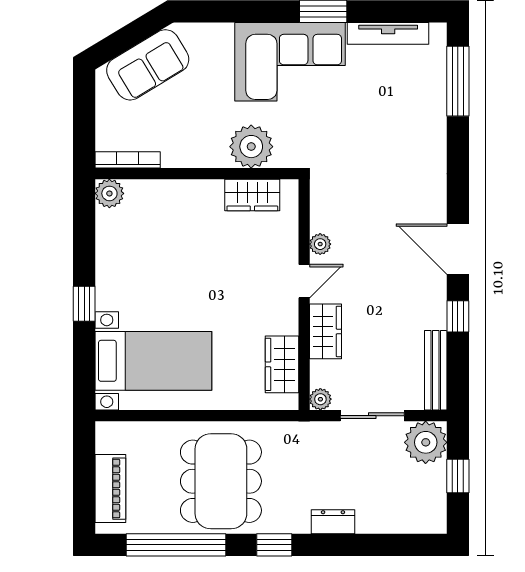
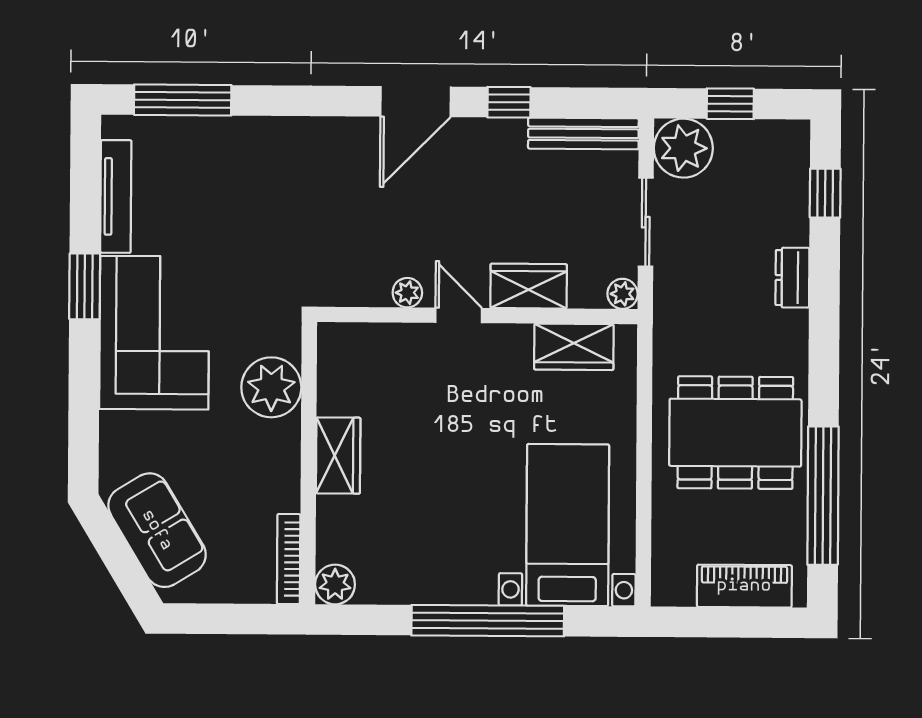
wardrobe: (252, 195) -> (338, 456), moved
window: (84, 304) -> (488, 621), width x3.17
window: (274, 545) -> (825, 193), moved

